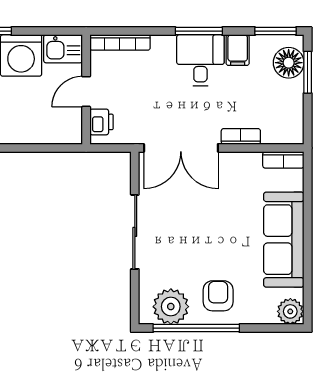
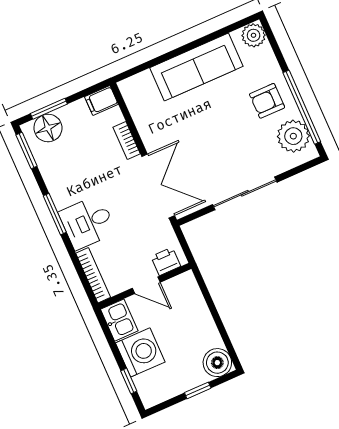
filing cabinet: (238, 50) -> (101, 101), moved, turned 180
desk: (200, 60) -> (87, 222), moved
bookcase: (283, 160) -> (130, 97), removed

